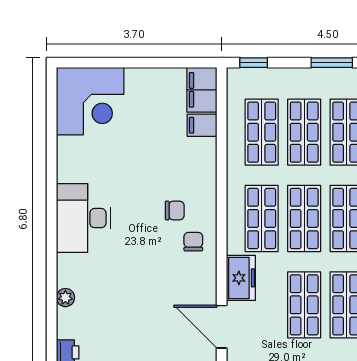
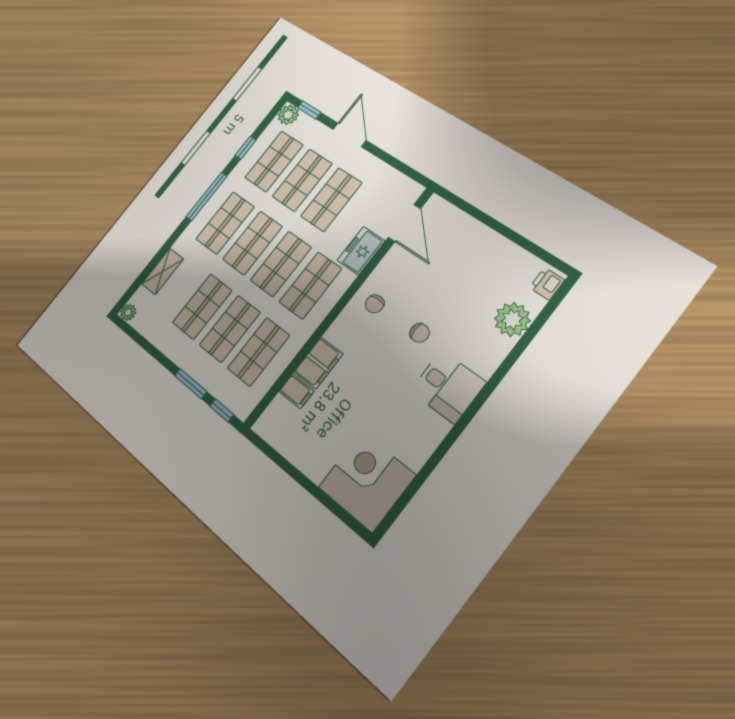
window: (332, 63) -> (191, 384), moved
filing cabinet: (202, 90) -> (318, 363), moved
chair: (175, 211) -> (420, 333), moved, turned 180
desk: (83, 218) -> (448, 387), width x0.73
plant: (65, 298) -> (512, 319), width x1.88, depth x1.88

